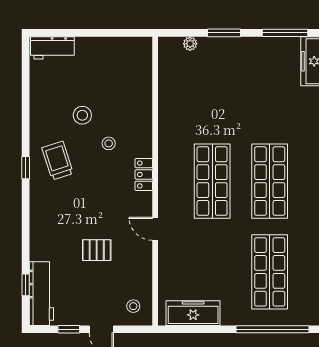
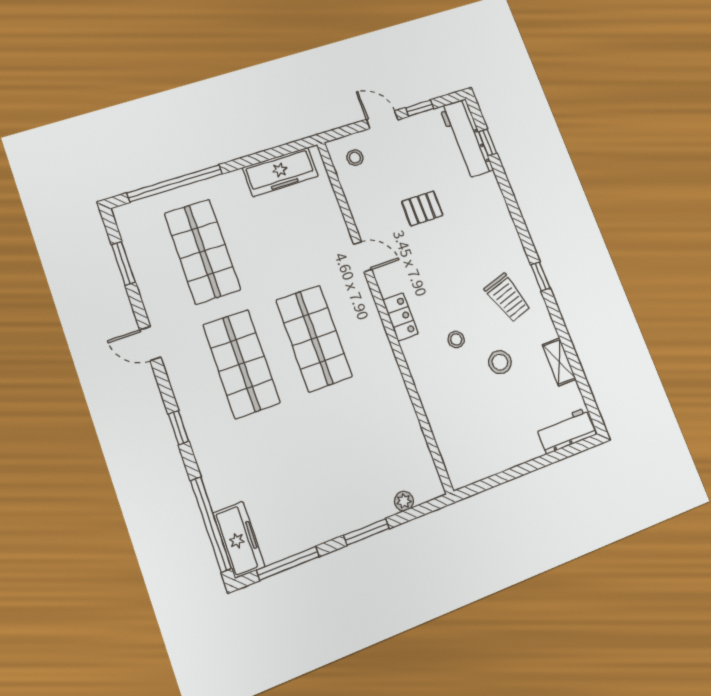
shelving: (37, 99) -> (559, 362), added

